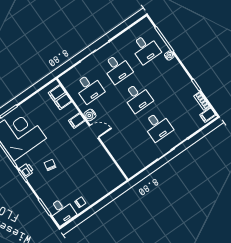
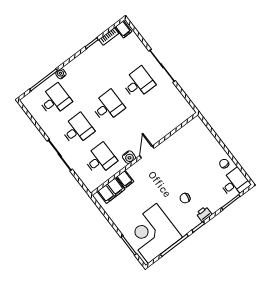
filing cabinet: (77, 121) -> (125, 179), moved
printer: (27, 170) -> (204, 214), moved

